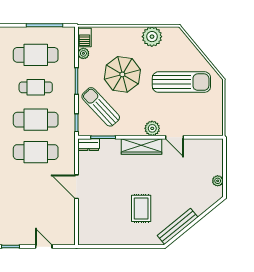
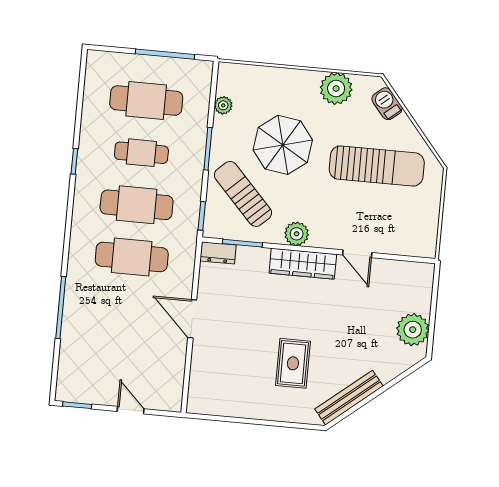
barbecue: (85, 37) -> (387, 104), moved, turned 140
plant: (152, 128) -> (297, 234), moved
plant: (218, 181) -> (413, 330), width x1.88, depth x1.88

